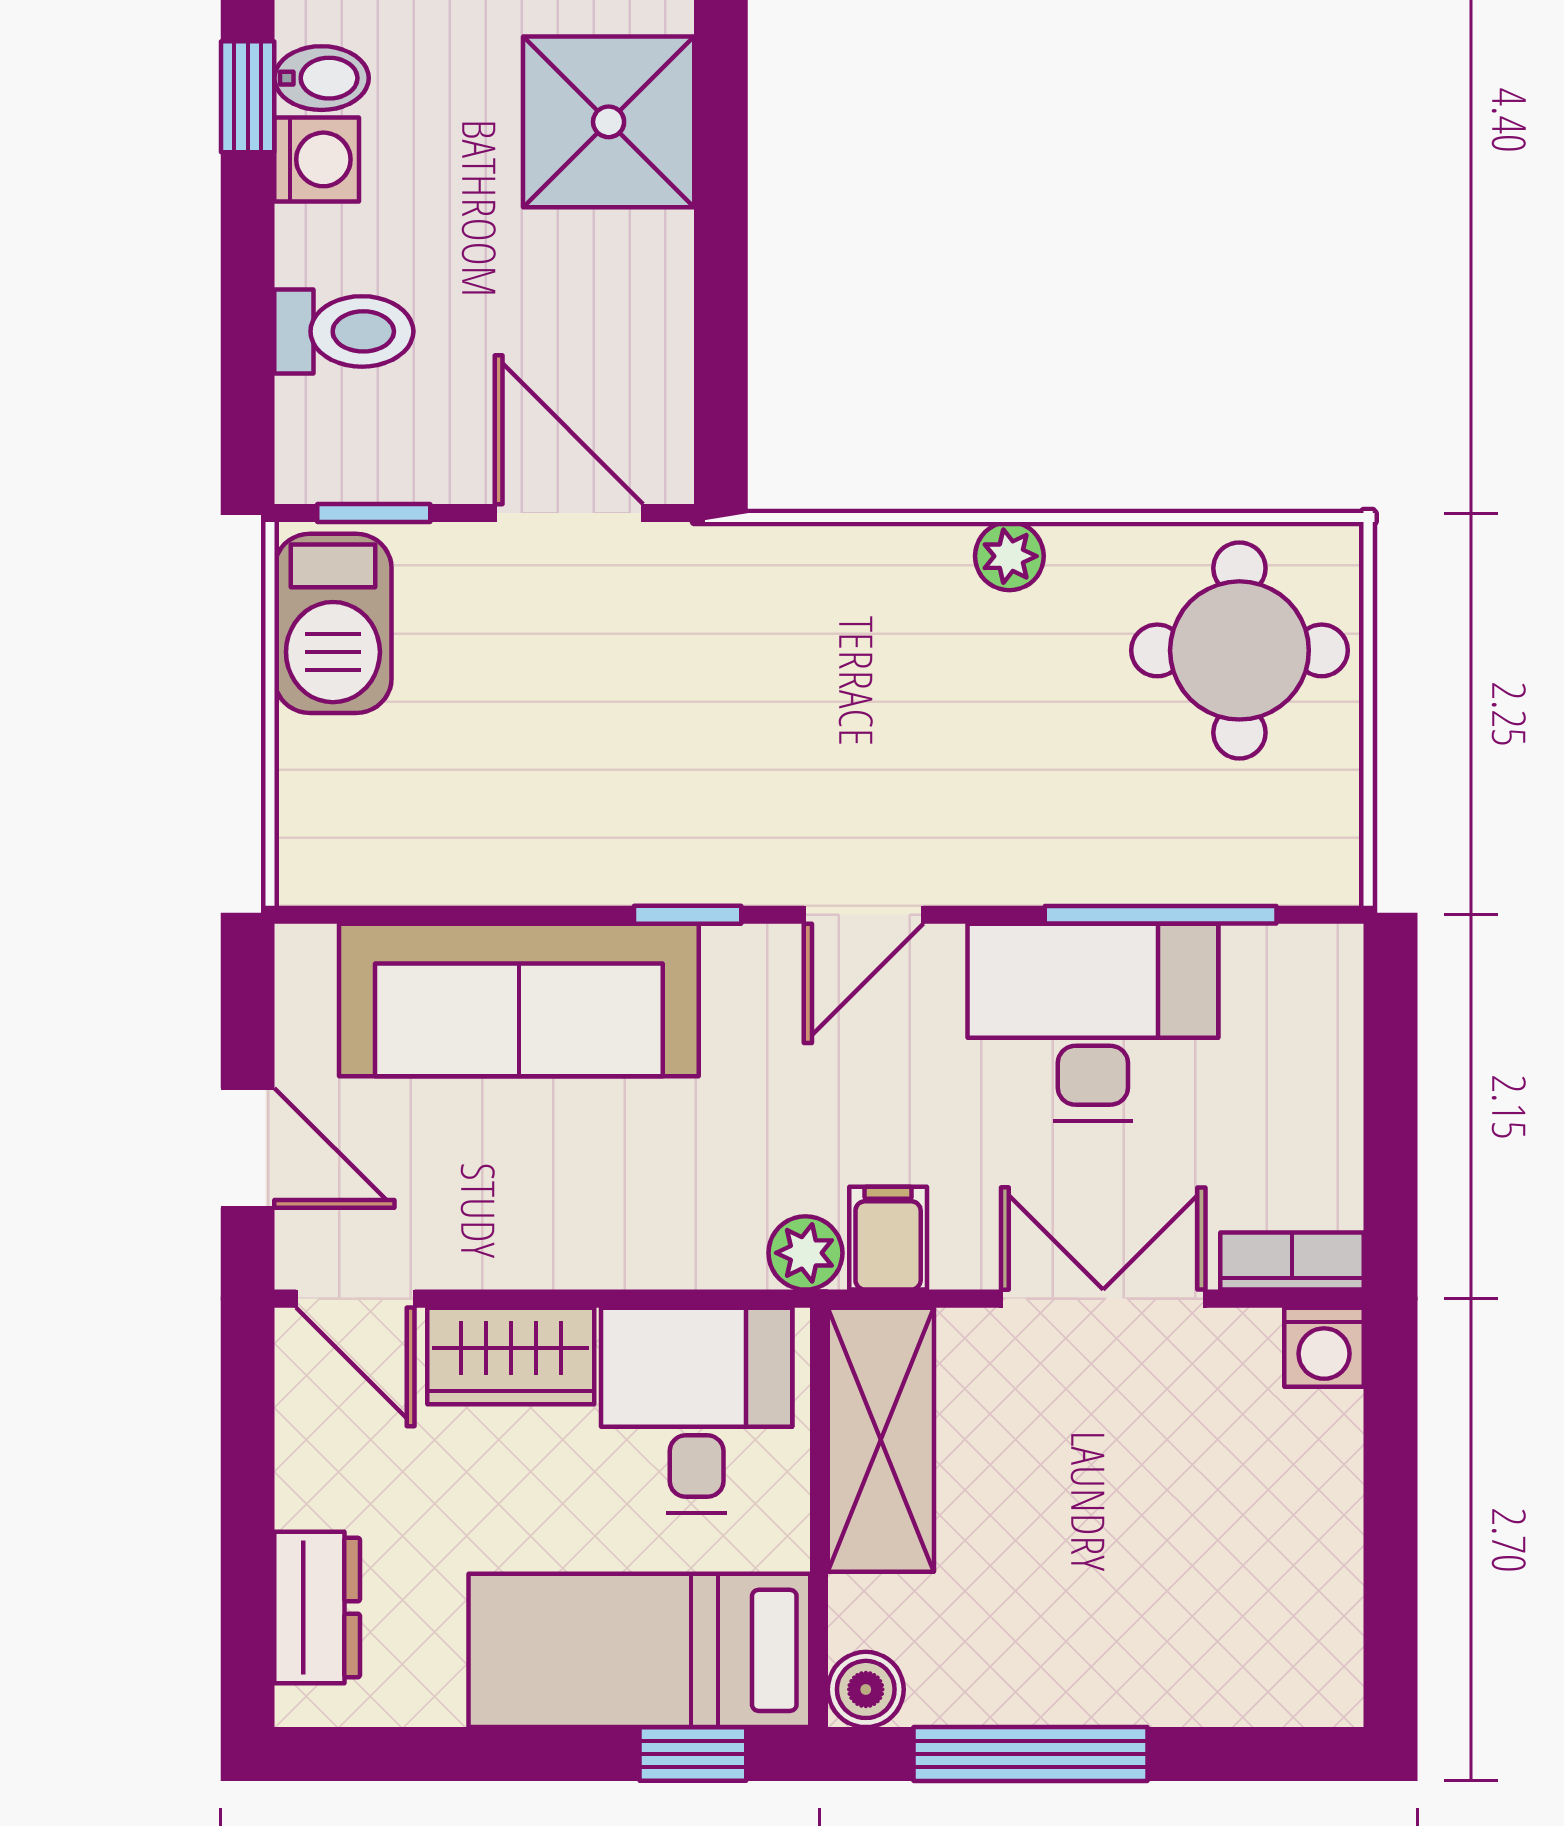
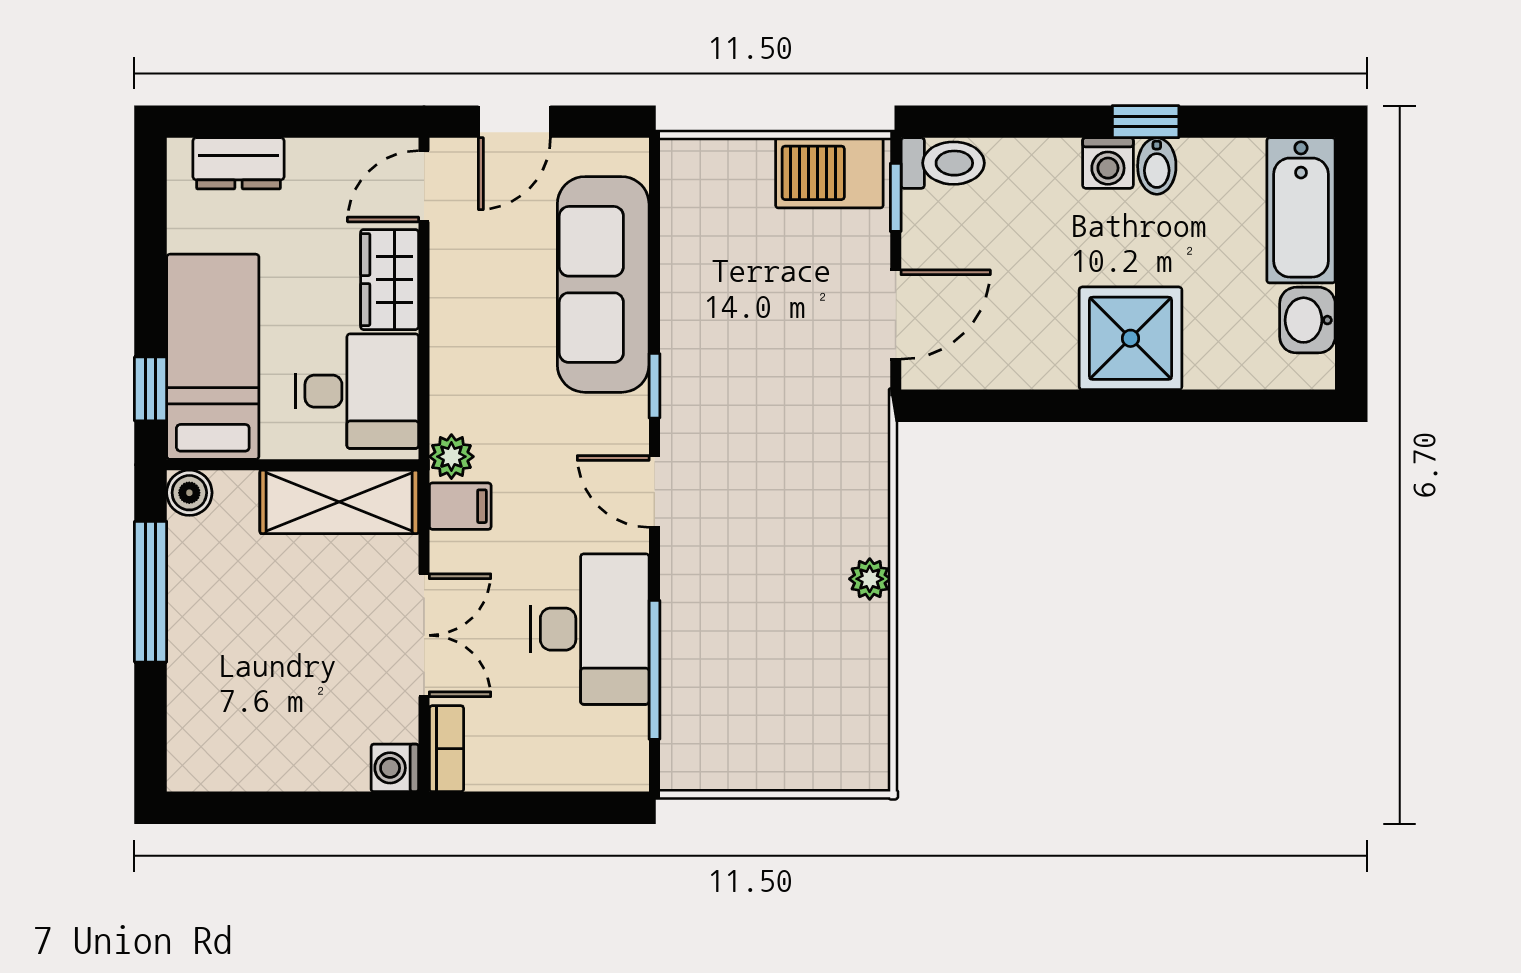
toilet: (344, 331) -> (943, 163), moved, turned -90
round table: (1239, 650) -> (813, 717), removed

